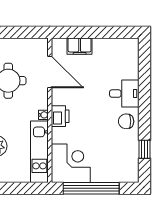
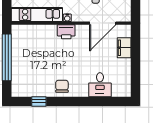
desk: (124, 94) -> (100, 85), moved
corner desk: (71, 163) -> (27, 40), removed

